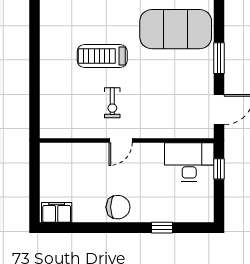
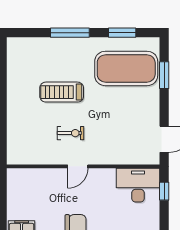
window: (219, 58) -> (164, 75), moved
exercise bike: (112, 103) -> (70, 133), turned -90

